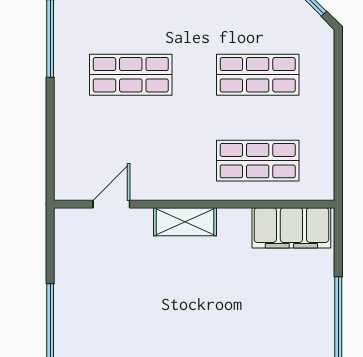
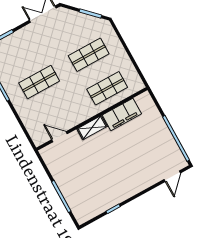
door: (111, 204) -> (59, 137), hinge flipped
filing cabinet: (291, 228) -> (122, 114), moved

